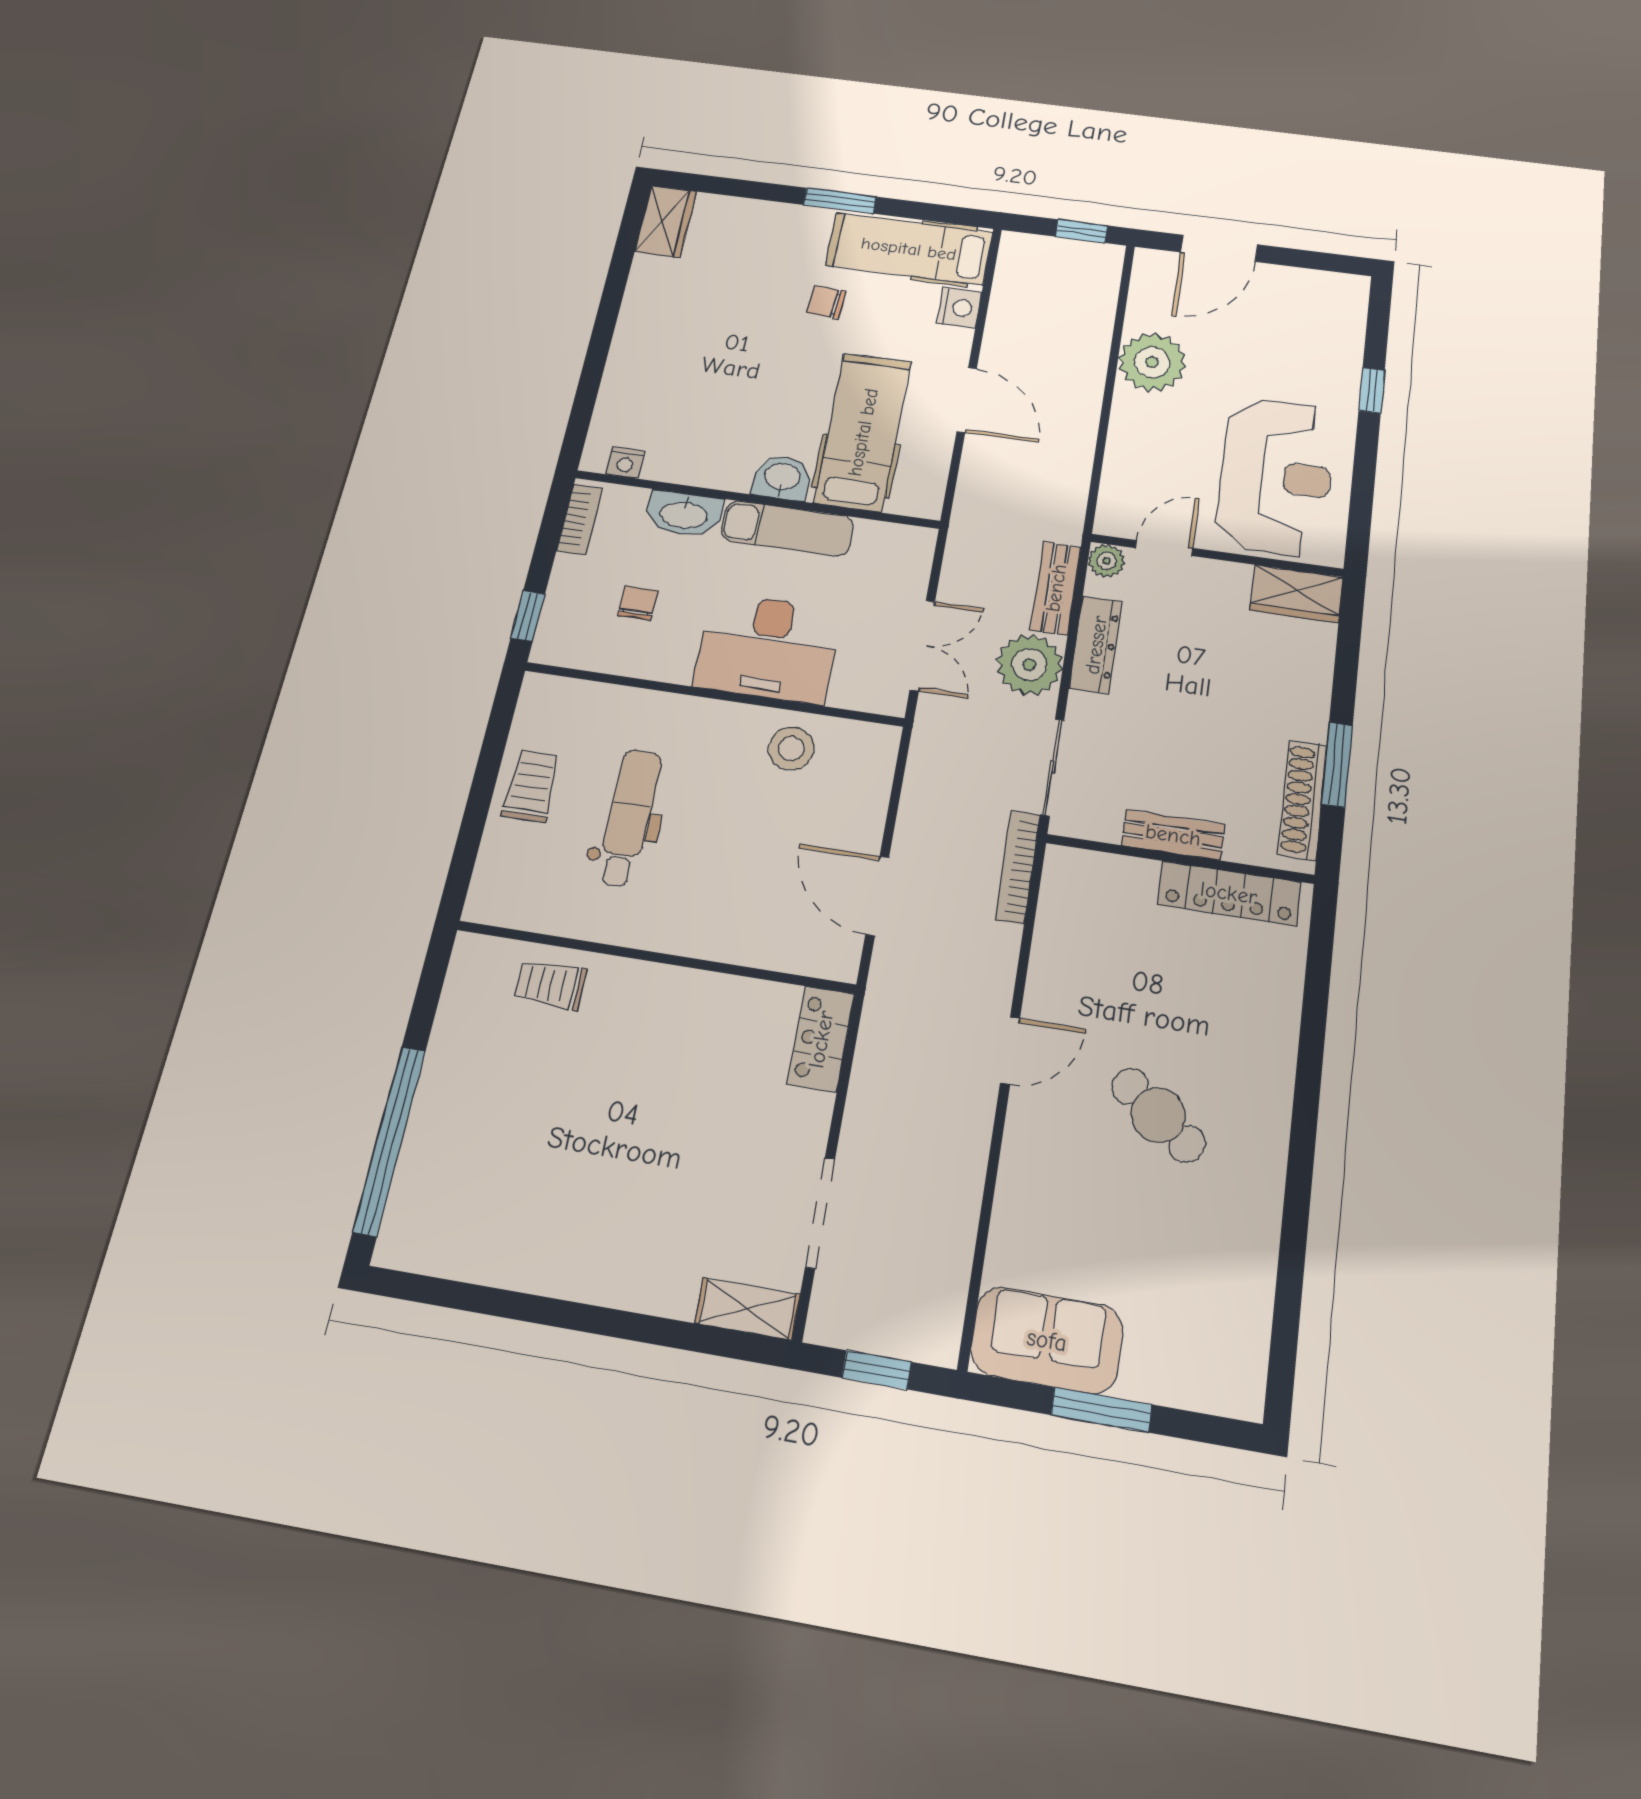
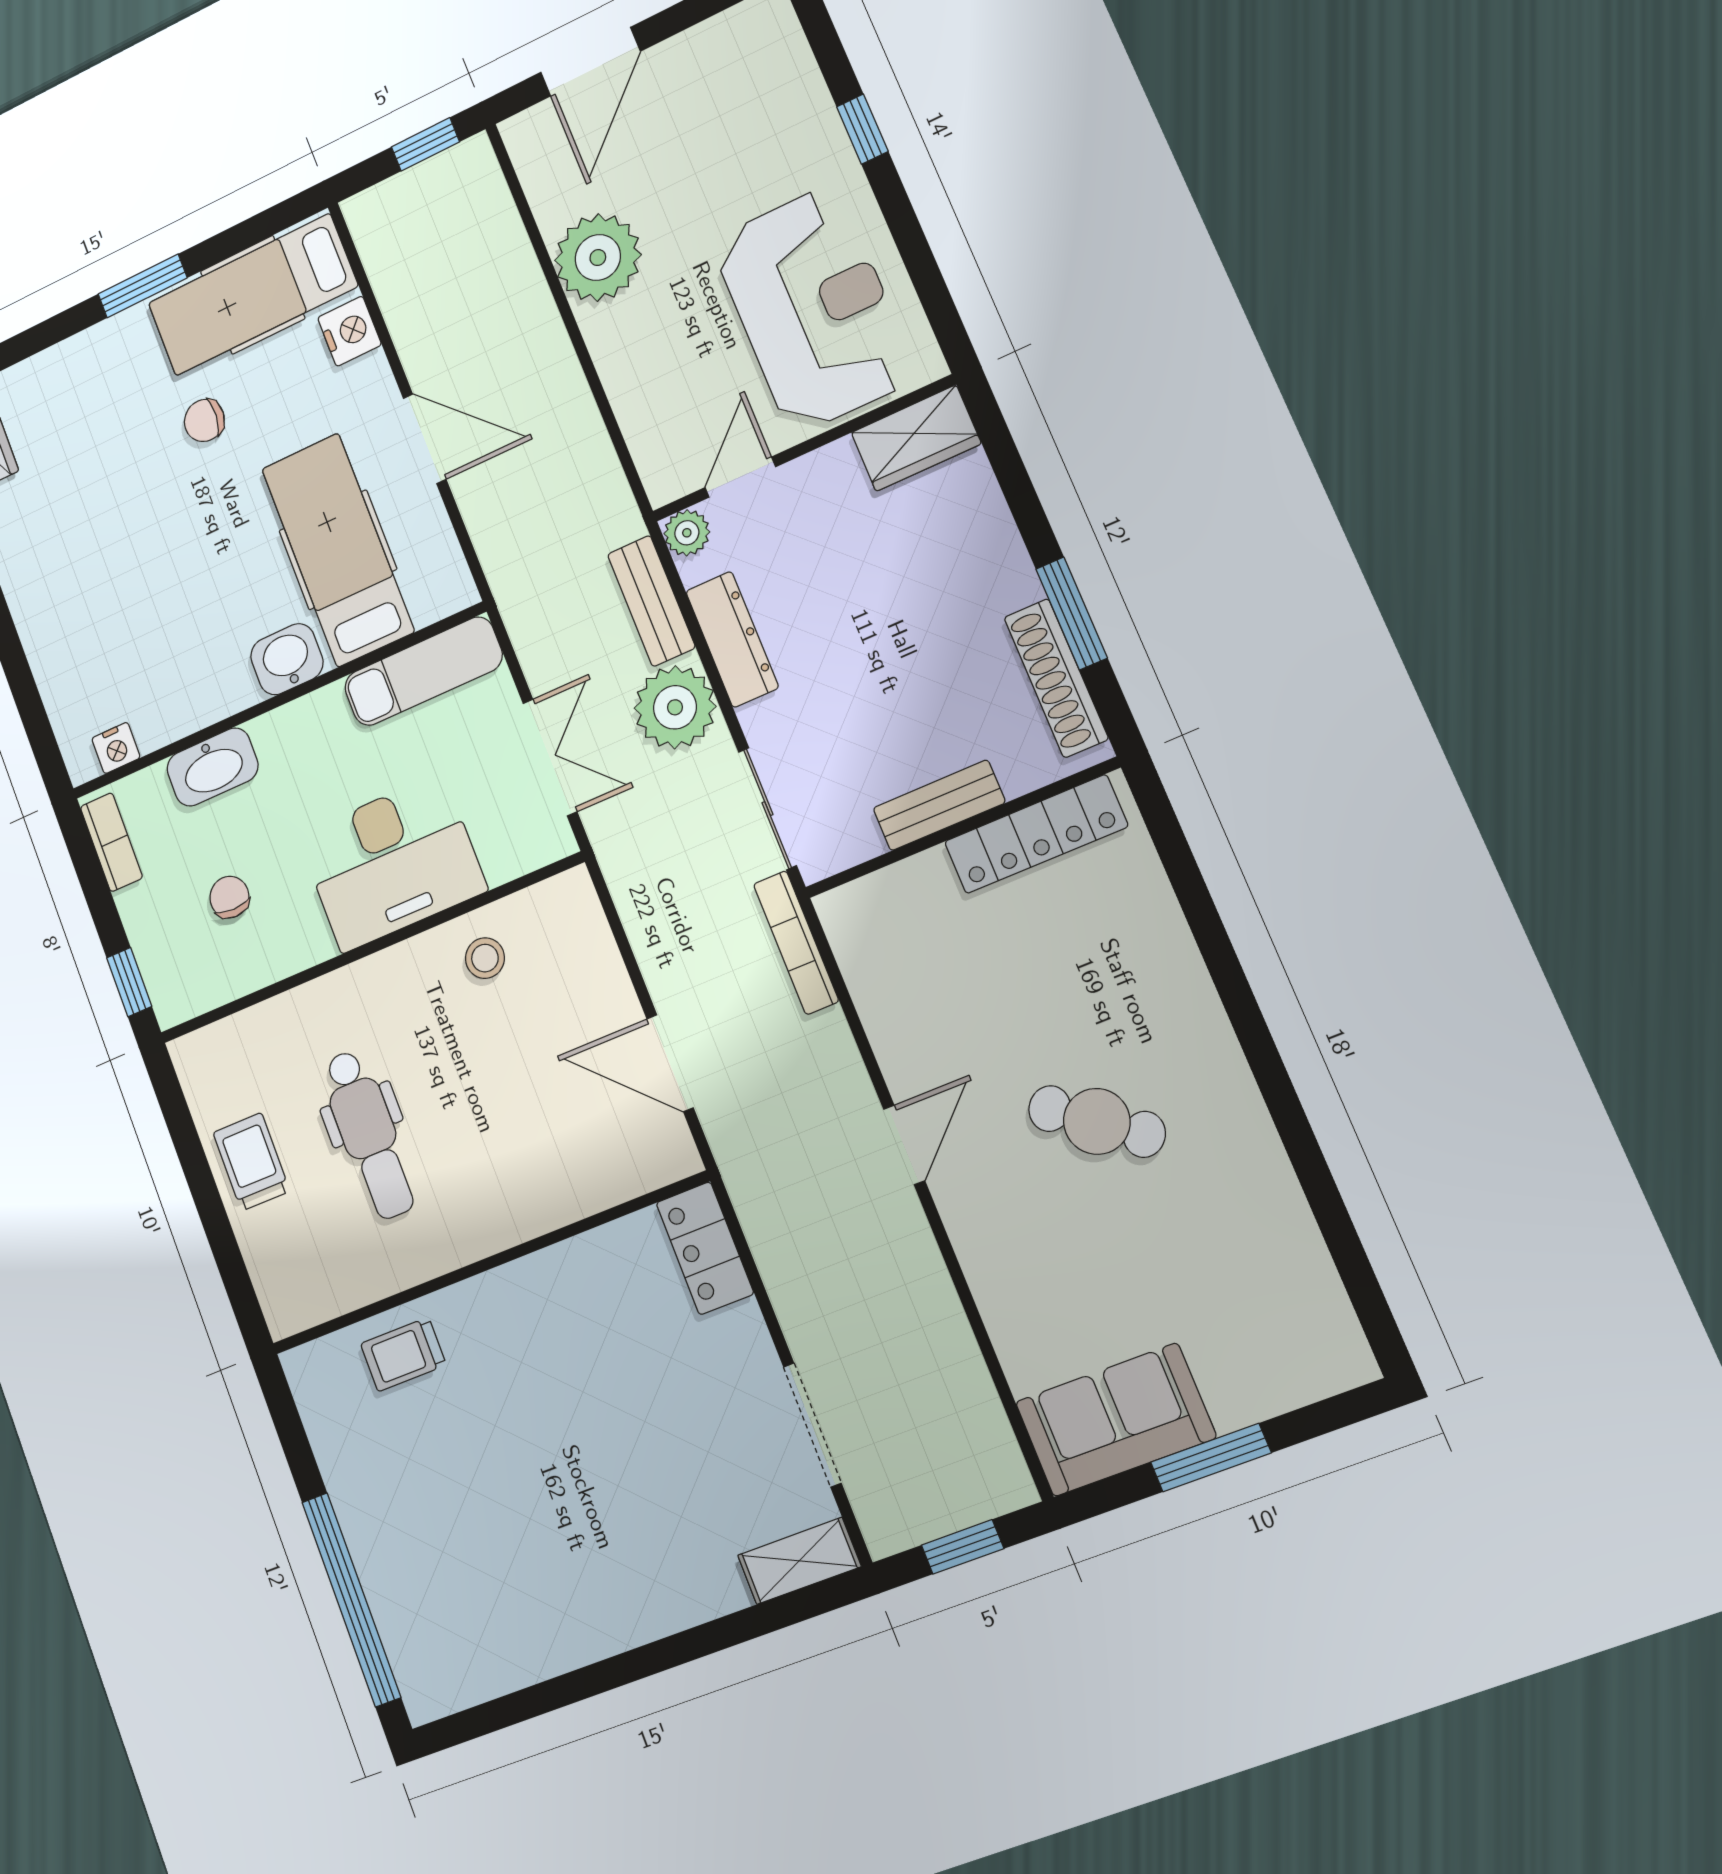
exam couch: (787, 528) -> (423, 671), moved
stool: (791, 748) -> (485, 958), width x0.73, depth x0.73
dental chair: (629, 817) -> (369, 1134), turned 180

